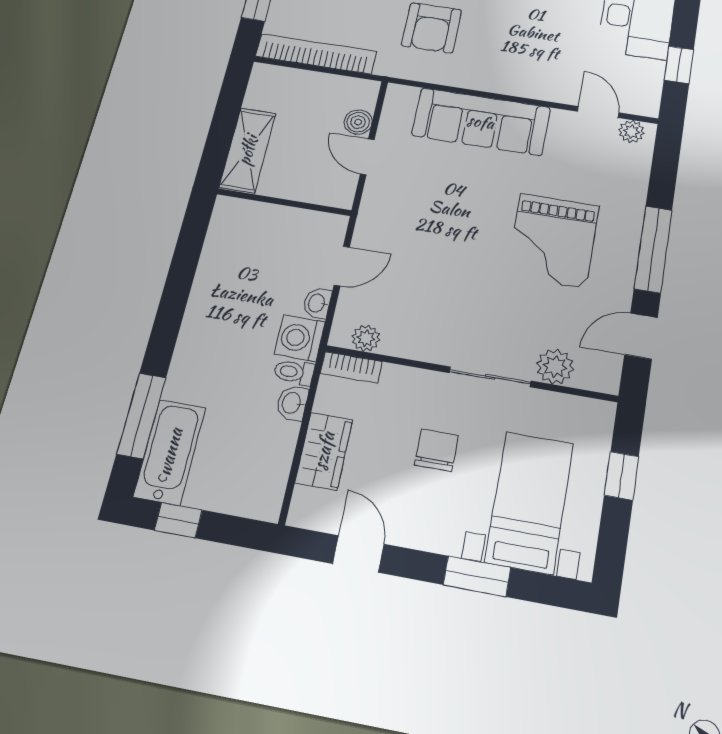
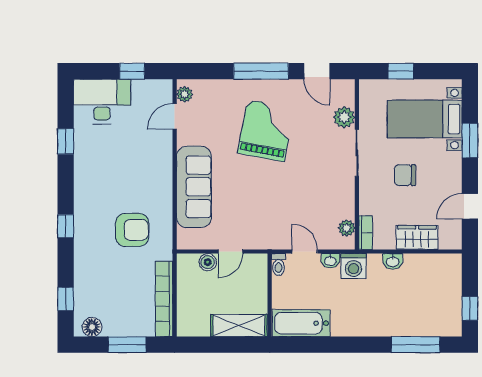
grand piano: (553, 241) -> (266, 131), turned -79
toilet: (294, 372) -> (279, 265), moved
bathtub: (170, 452) -> (301, 323), moved

